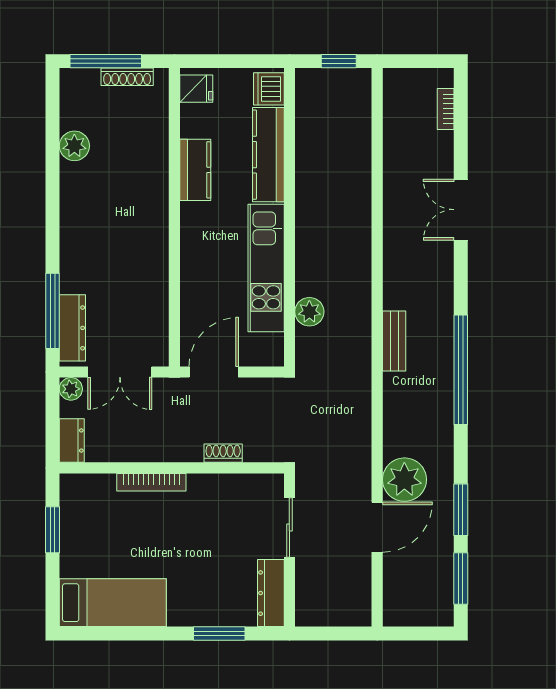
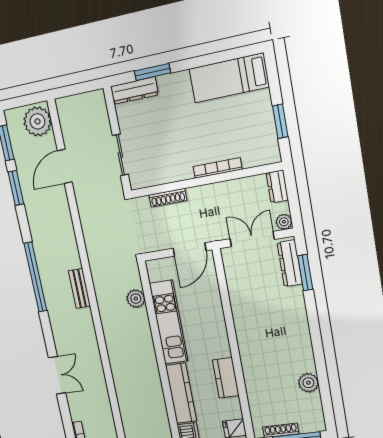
window: (53, 311) -> (305, 273), width x0.69
shoe rack: (223, 453) -> (168, 198), width x1.43
plant: (404, 480) -> (37, 121), moved
dresser: (271, 593) -> (134, 91), moved, turned 90

